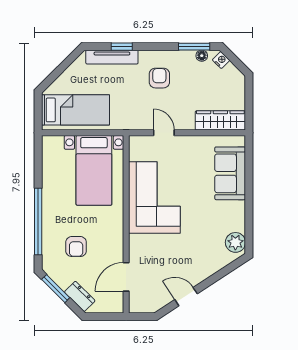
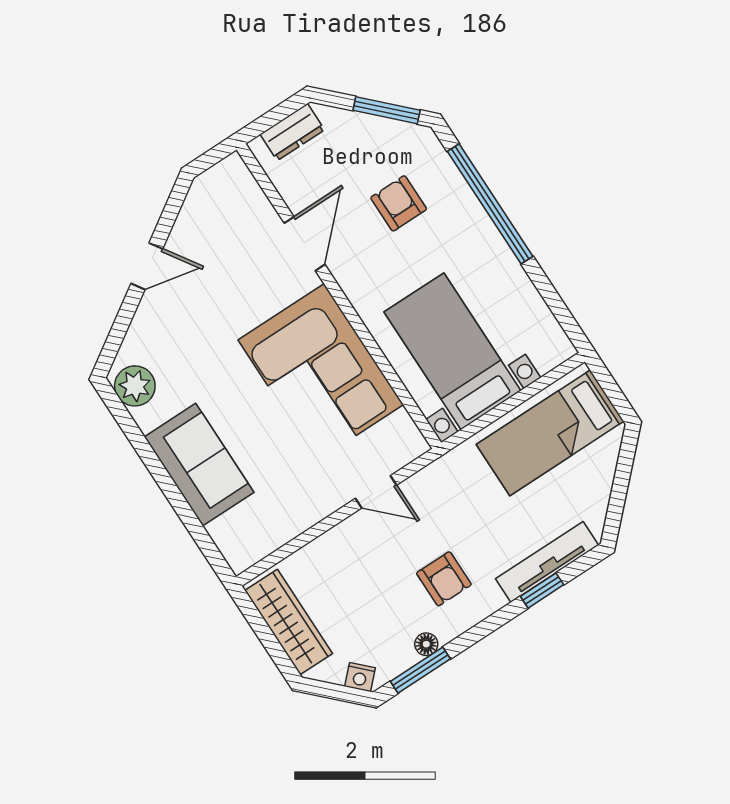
floor lamp: (202, 56) -> (426, 644), moved
wardrobe: (220, 120) -> (289, 622), moved, turned -90
sofa: (230, 173) -> (199, 465), moved
door: (126, 277) -> (305, 244), moved
dresser: (80, 296) -> (292, 132), moved, turned -45
door: (186, 297) -> (147, 266), moved

